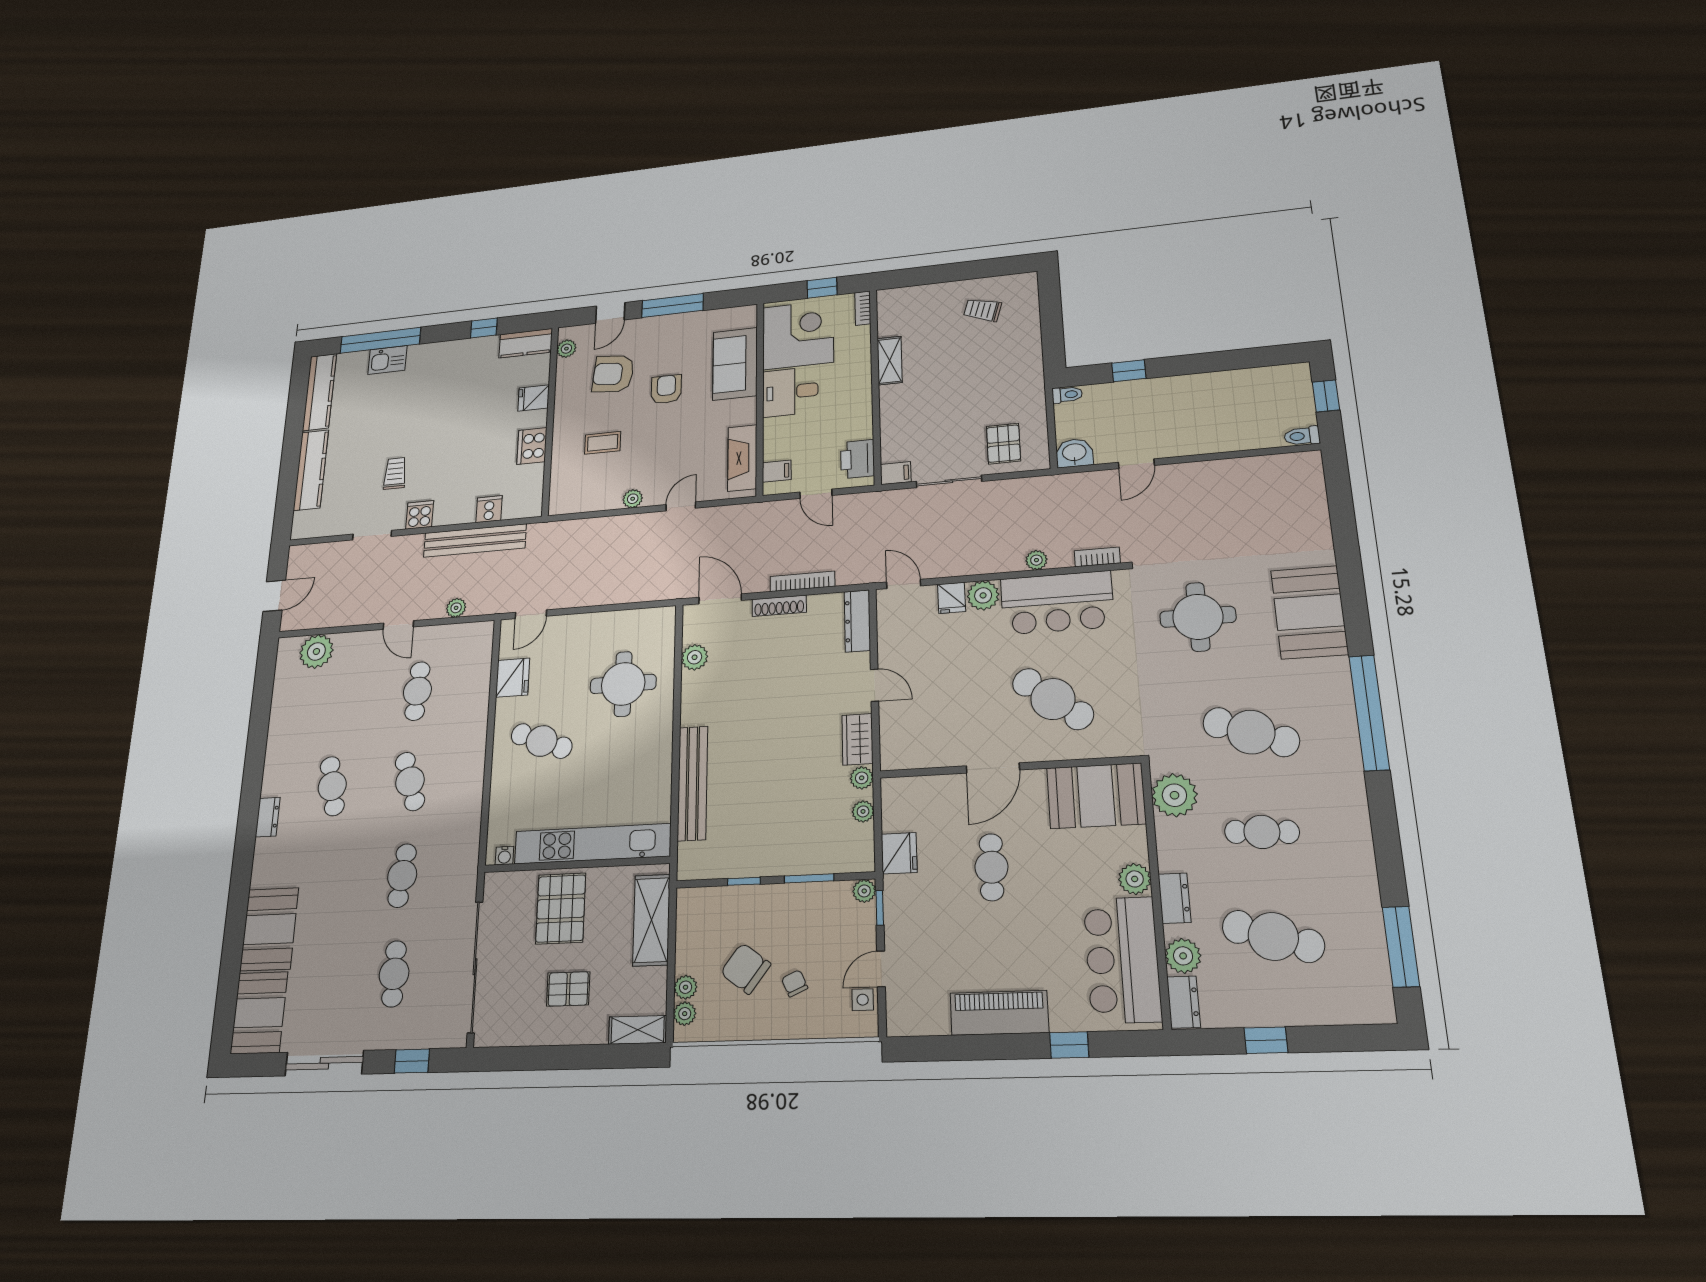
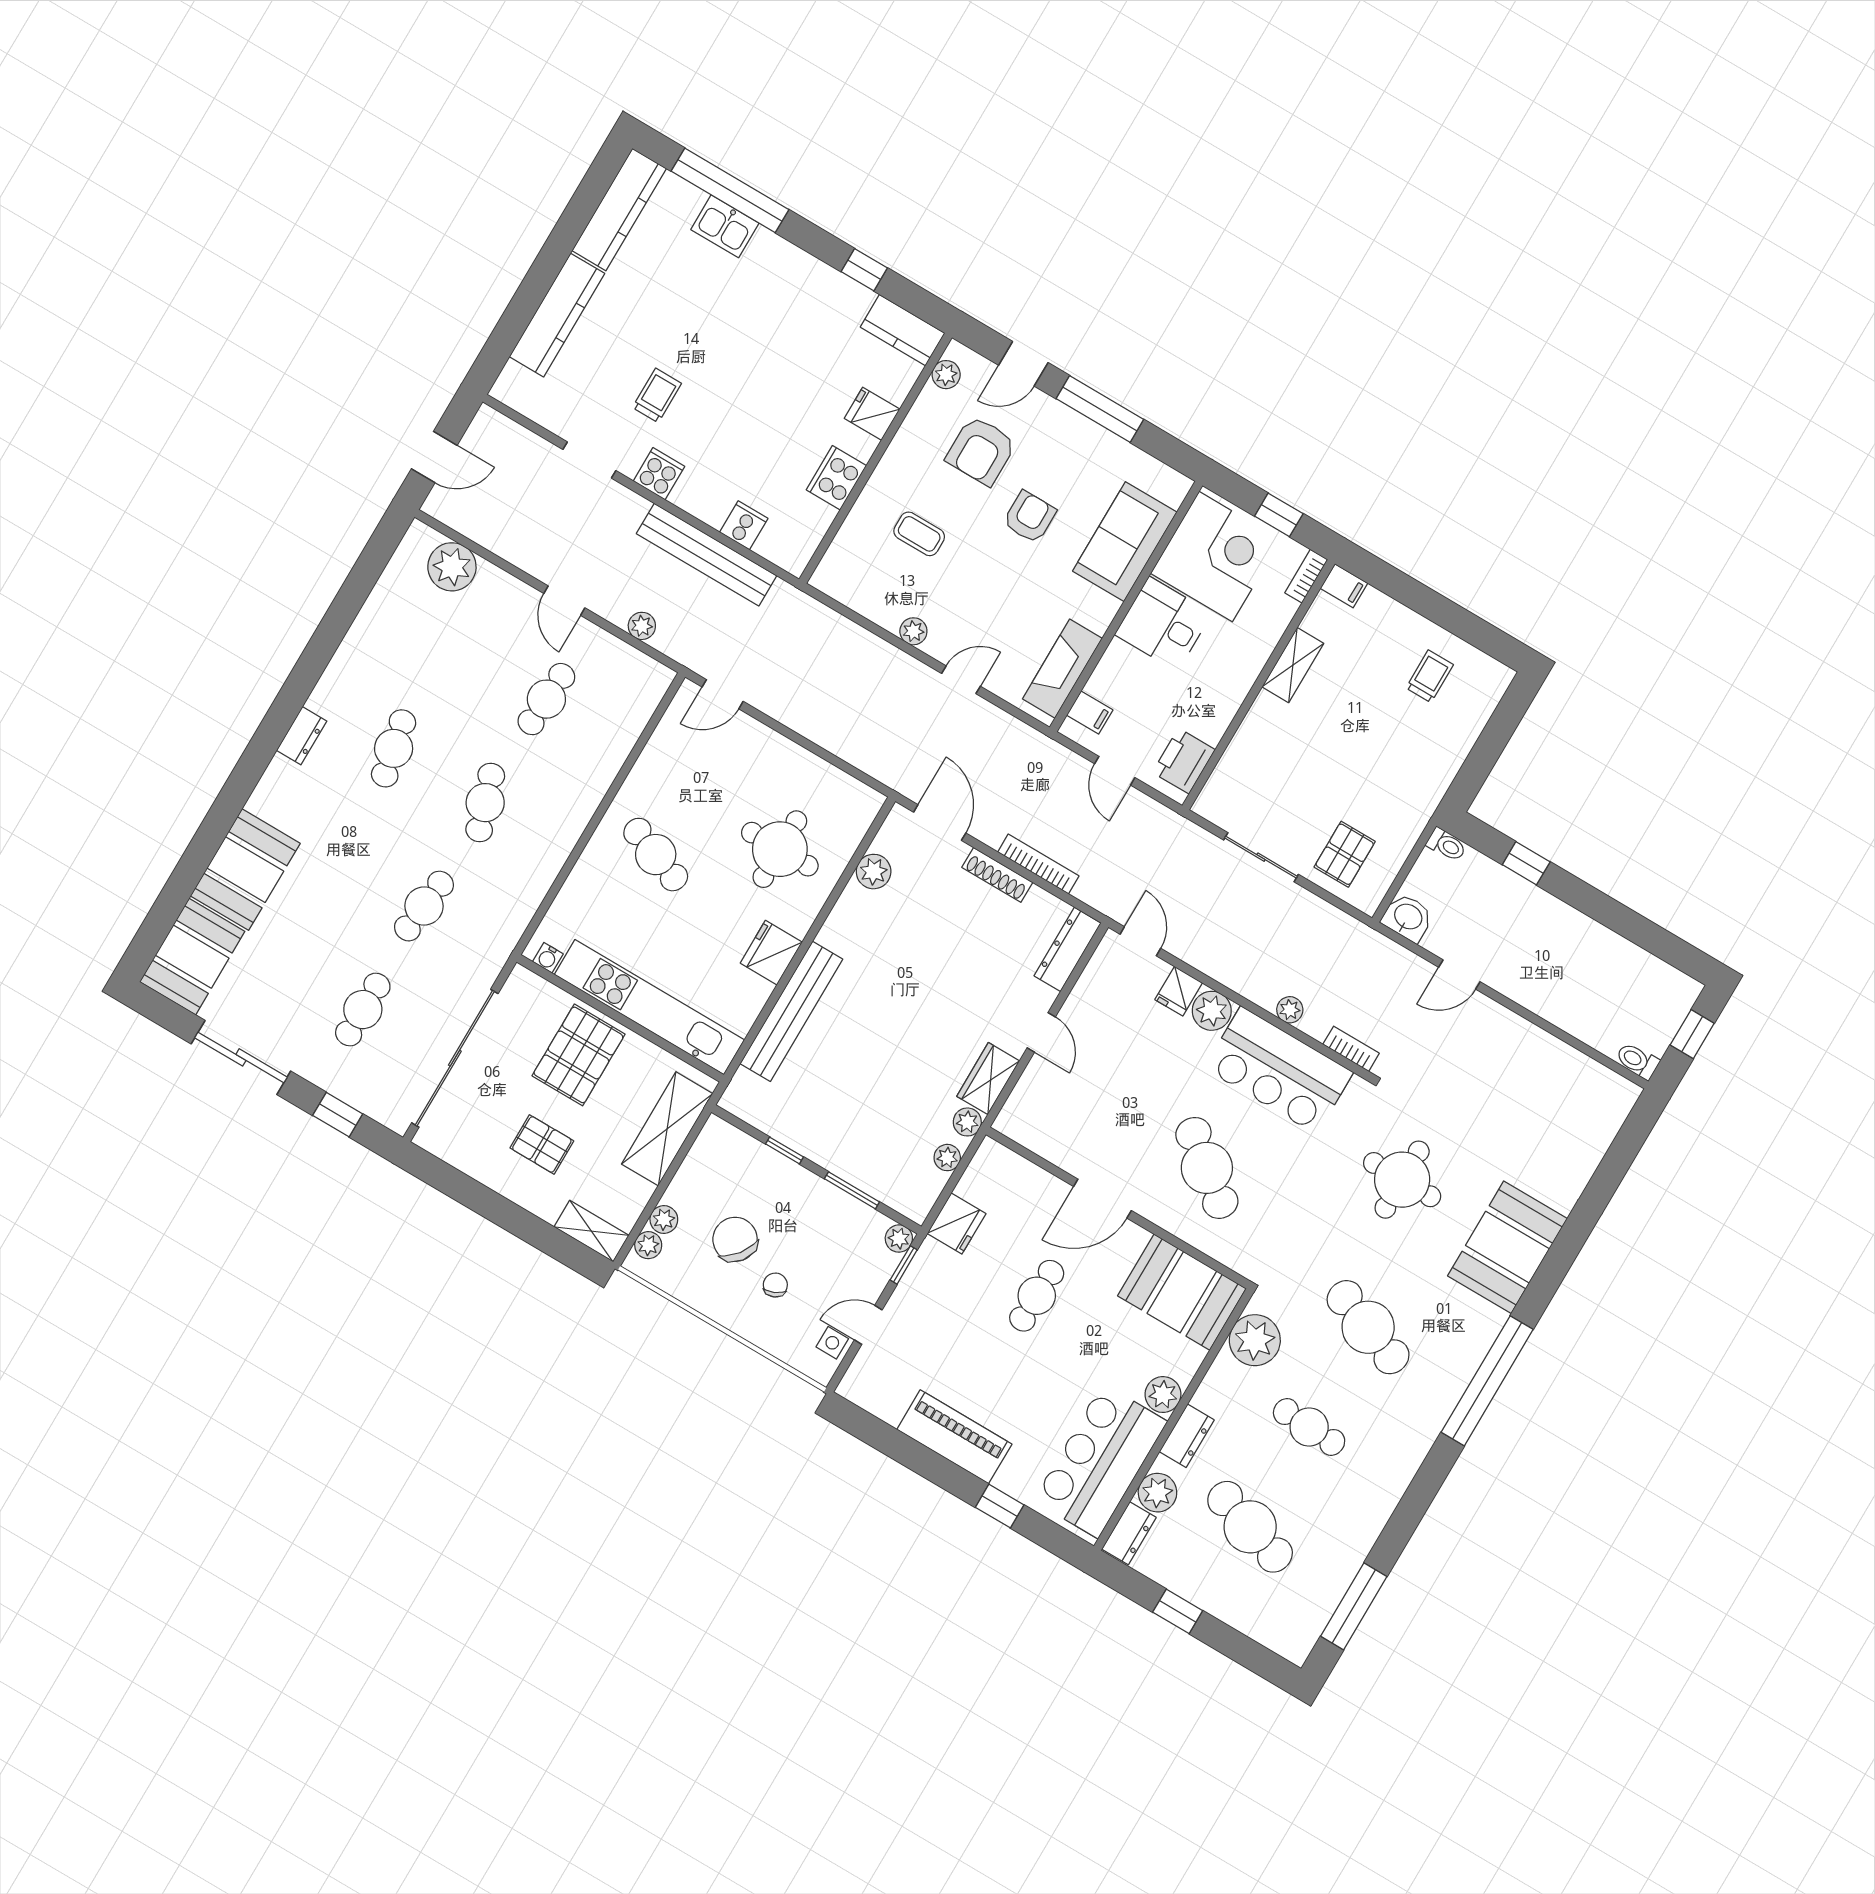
trolley: (982, 310) -> (1430, 676), turned 73
armchair: (613, 374) -> (981, 451), turned -96
filing cabinet: (896, 473) -> (1344, 586), moved
fridge: (513, 678) -> (771, 953), moved, turned 180

